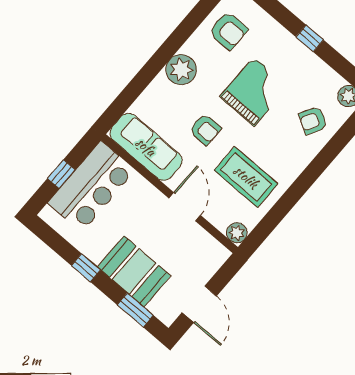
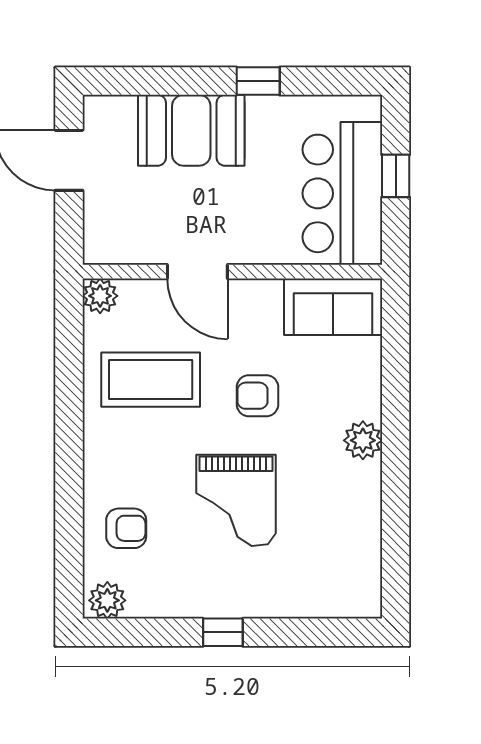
armchair: (228, 31) -> (338, 551), removed
plant: (181, 70) -> (363, 440), width x0.73, depth x0.73
armchair: (313, 121) -> (126, 528), turned 60
sofa: (146, 147) -> (333, 307), width x0.73
window: (135, 310) -> (146, 81), removed

